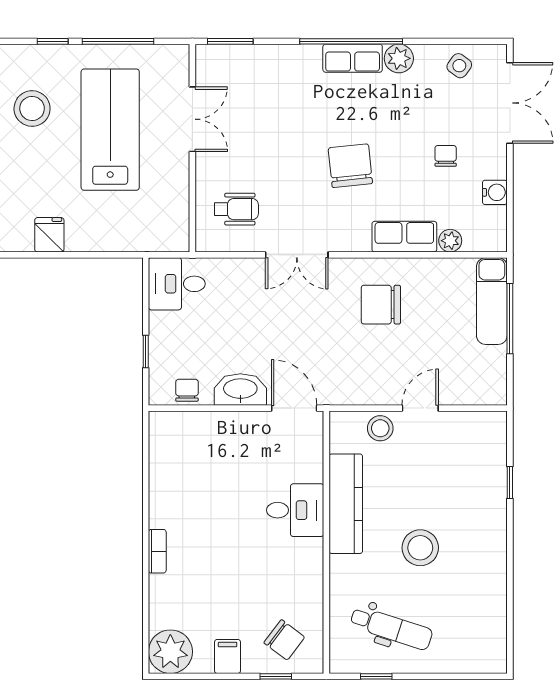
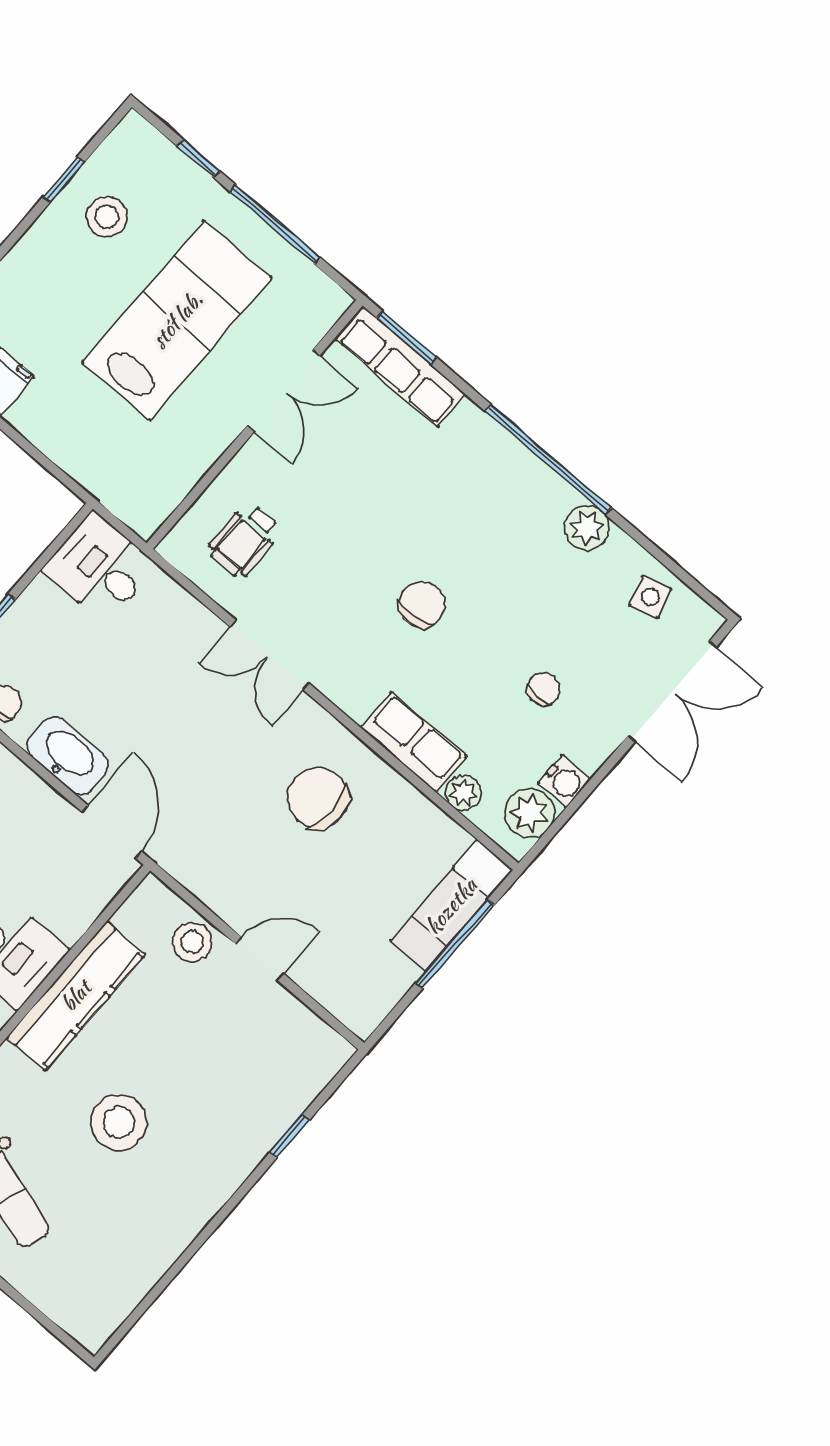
row of seats: (353, 58) -> (401, 367), moved, width x1.48
side table: (459, 66) -> (650, 597), turned 38
stool: (32, 109) -> (107, 217), width x0.73, depth x0.73
chair: (350, 166) -> (422, 604), width x0.73, depth x0.73
wheelchair: (236, 209) -> (245, 540), turned 90
plant: (491, 223) -> (530, 813), added

